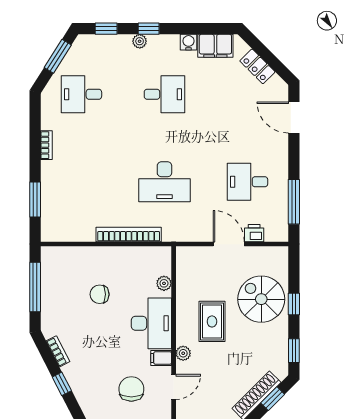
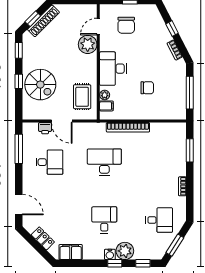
plant: (140, 41) -> (125, 251), width x1.88, depth x1.88
water cooler: (188, 42) -> (110, 254), moved
desk: (164, 94) -> (104, 220), turned 90
rug: (212, 321) -> (82, 97), moved
plant: (183, 353) -> (88, 44), width x1.87, depth x1.87
filing cabinet: (161, 358) -> (106, 106), moved

